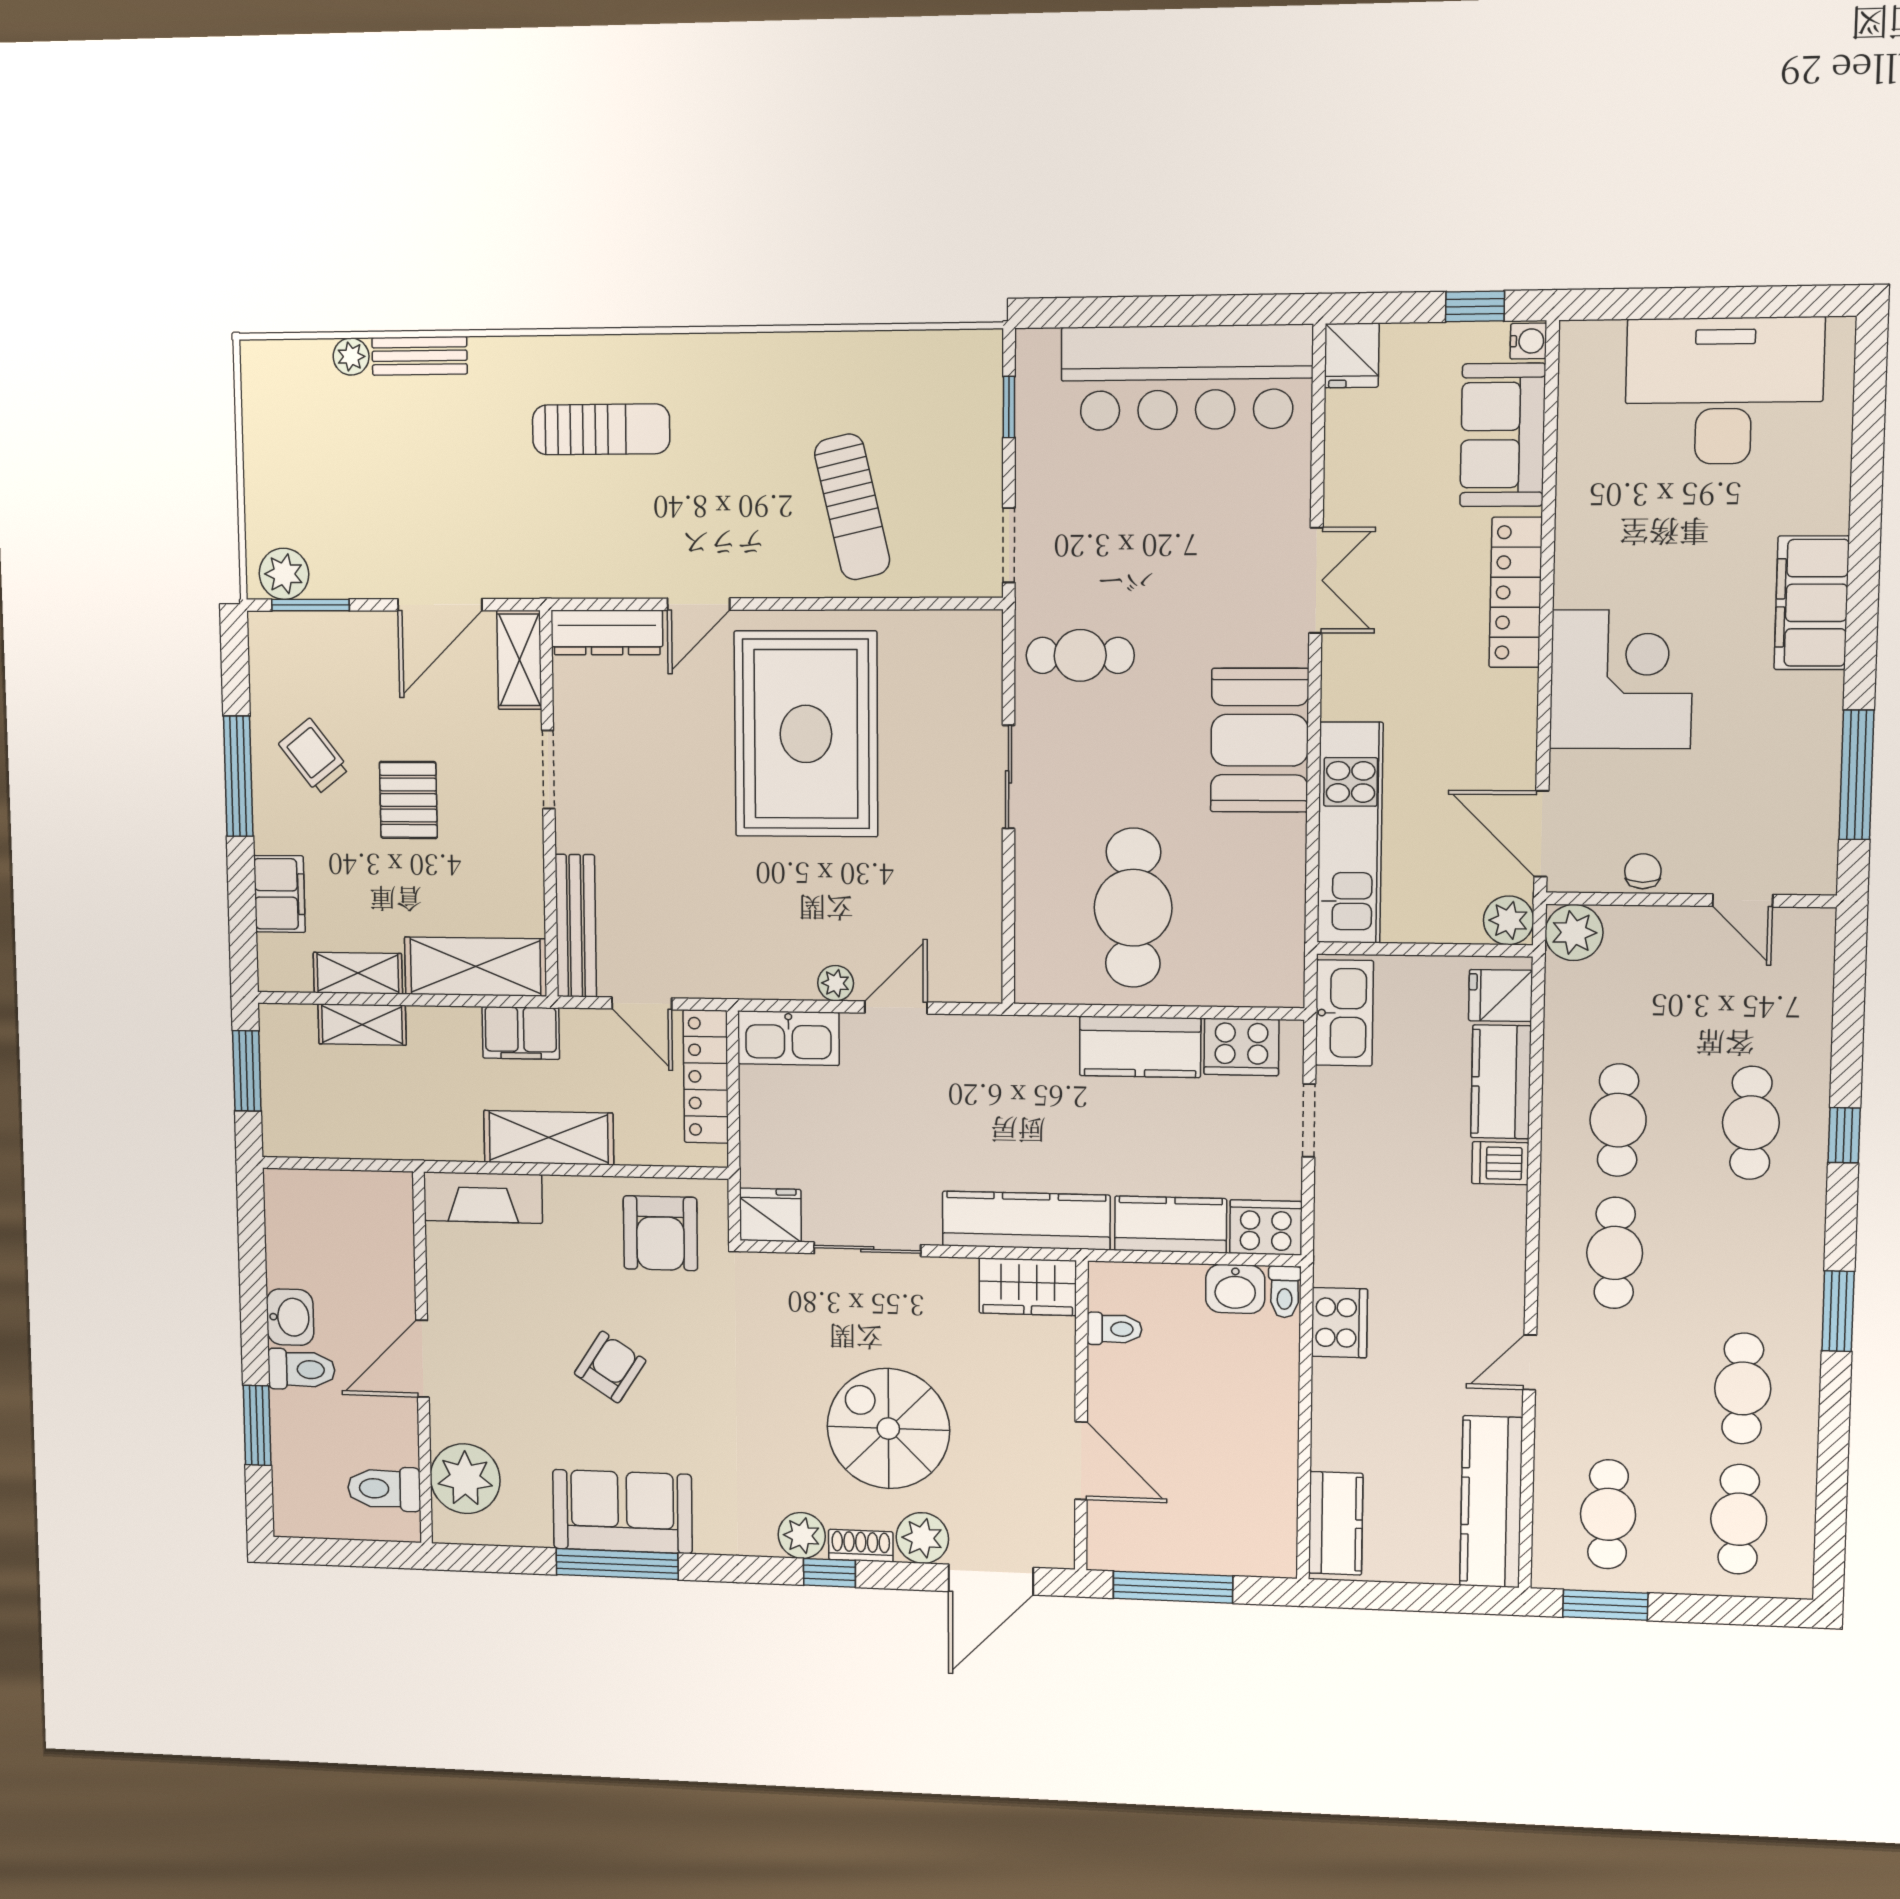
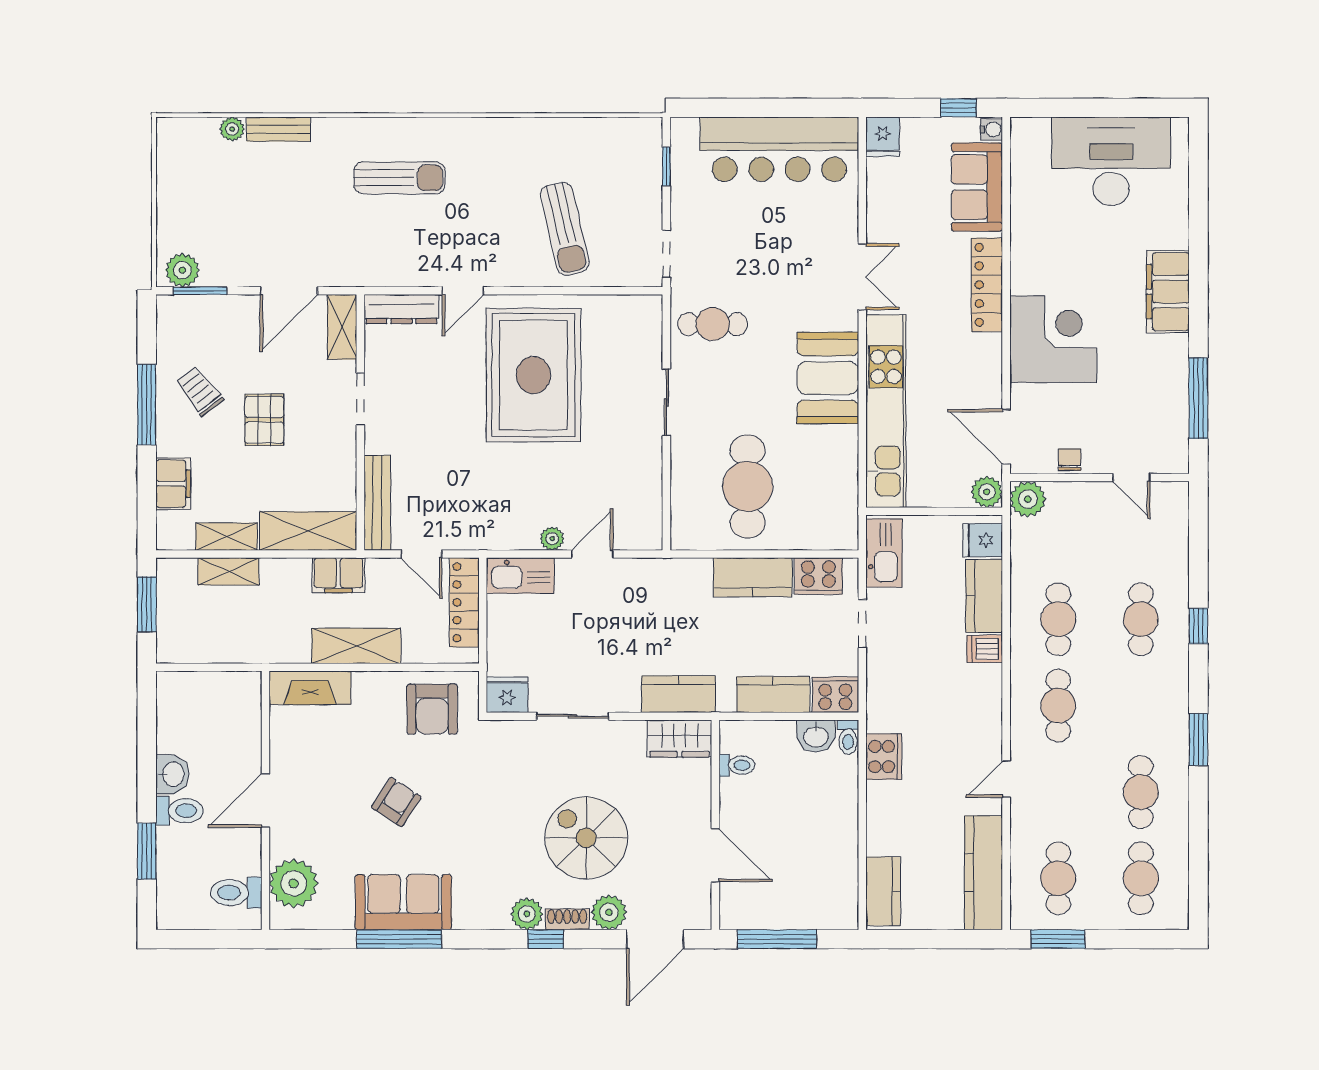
kitchen unit: (1350, 833) -> (886, 411), width x1.36
kitchen counter: (1026, 1221) -> (678, 694), width x0.67

